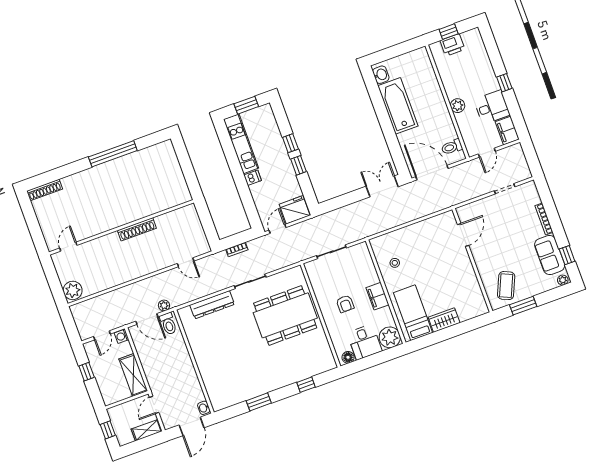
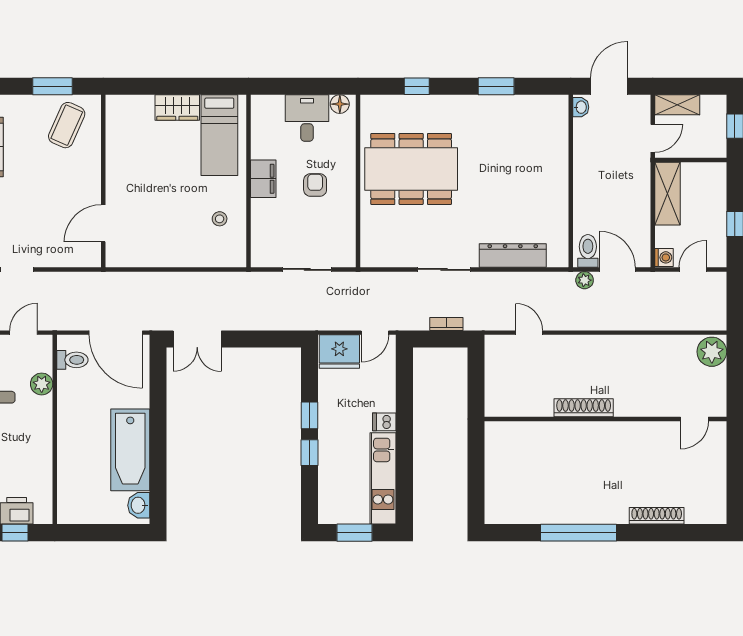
plant: (458, 106) -> (42, 384), moved
shoe rack: (45, 190) -> (657, 516), moved
dining table: (285, 315) -> (411, 169), moved
plant: (390, 337) -> (267, 111), removed

